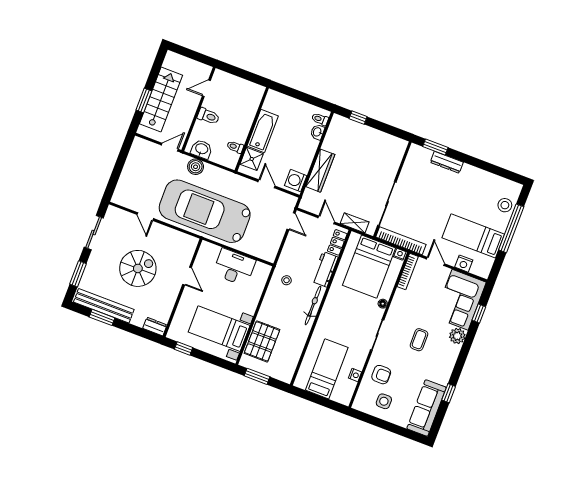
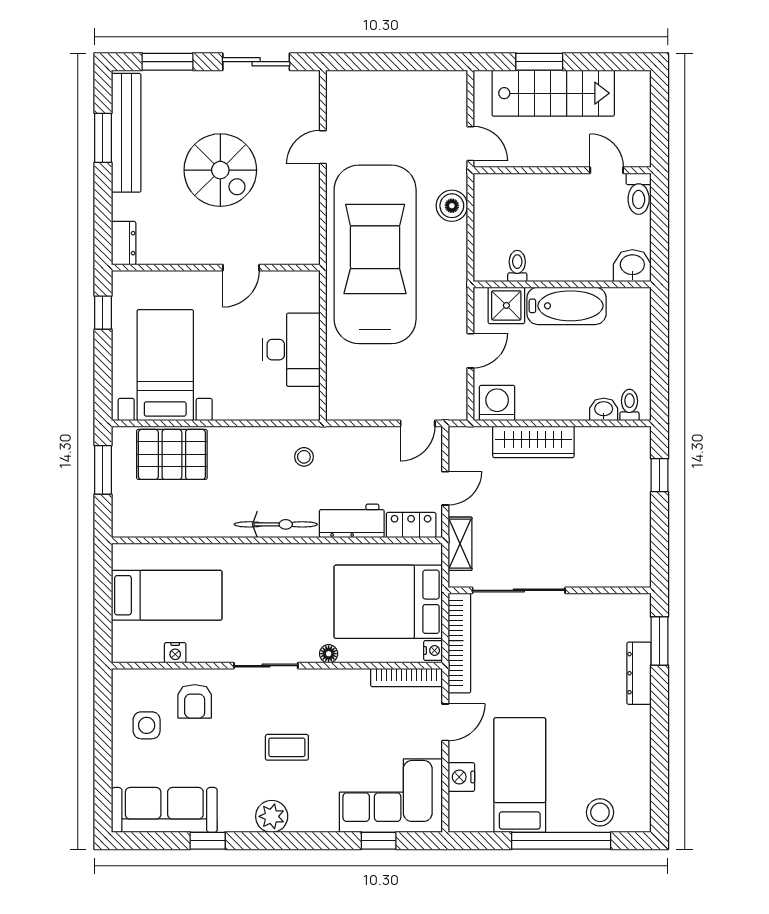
toilet: (208, 116) -> (639, 194), moved
washbasin: (202, 149) -> (632, 266), moved, turned -90
plant: (457, 336) -> (272, 816), moved

